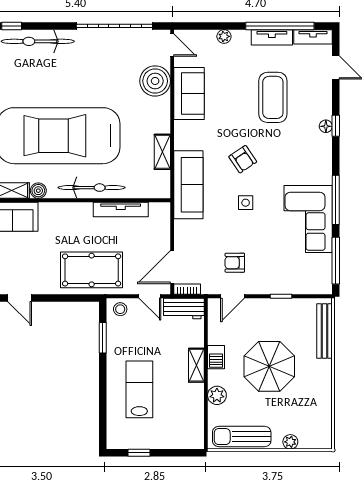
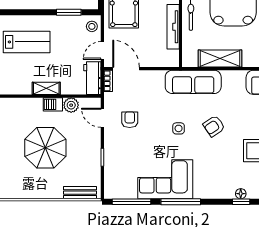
shelving: (162, 152) -> (220, 59), width x1.50, depth x1.33
bench: (324, 331) -> (80, 193), width x0.73
plant: (217, 395) -> (71, 105), moved

